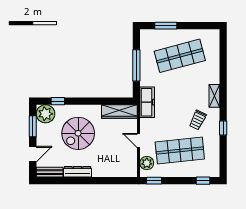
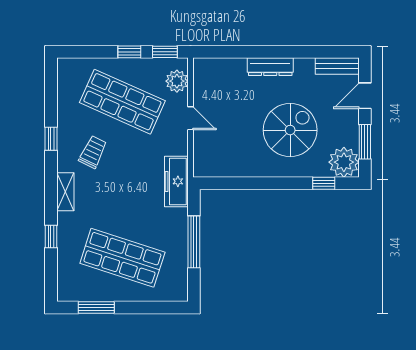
window: (166, 26) -> (96, 308), moved
shop shelf: (180, 56) -> (122, 258), turned 33
window: (223, 69) -> (51, 236), added
wardrobe: (119, 111) -> (222, 166), removed
shop shelf: (180, 151) -> (122, 102), turned 30
dresser: (78, 172) -> (270, 67), moved
window: (203, 181) -> (129, 52), moved

